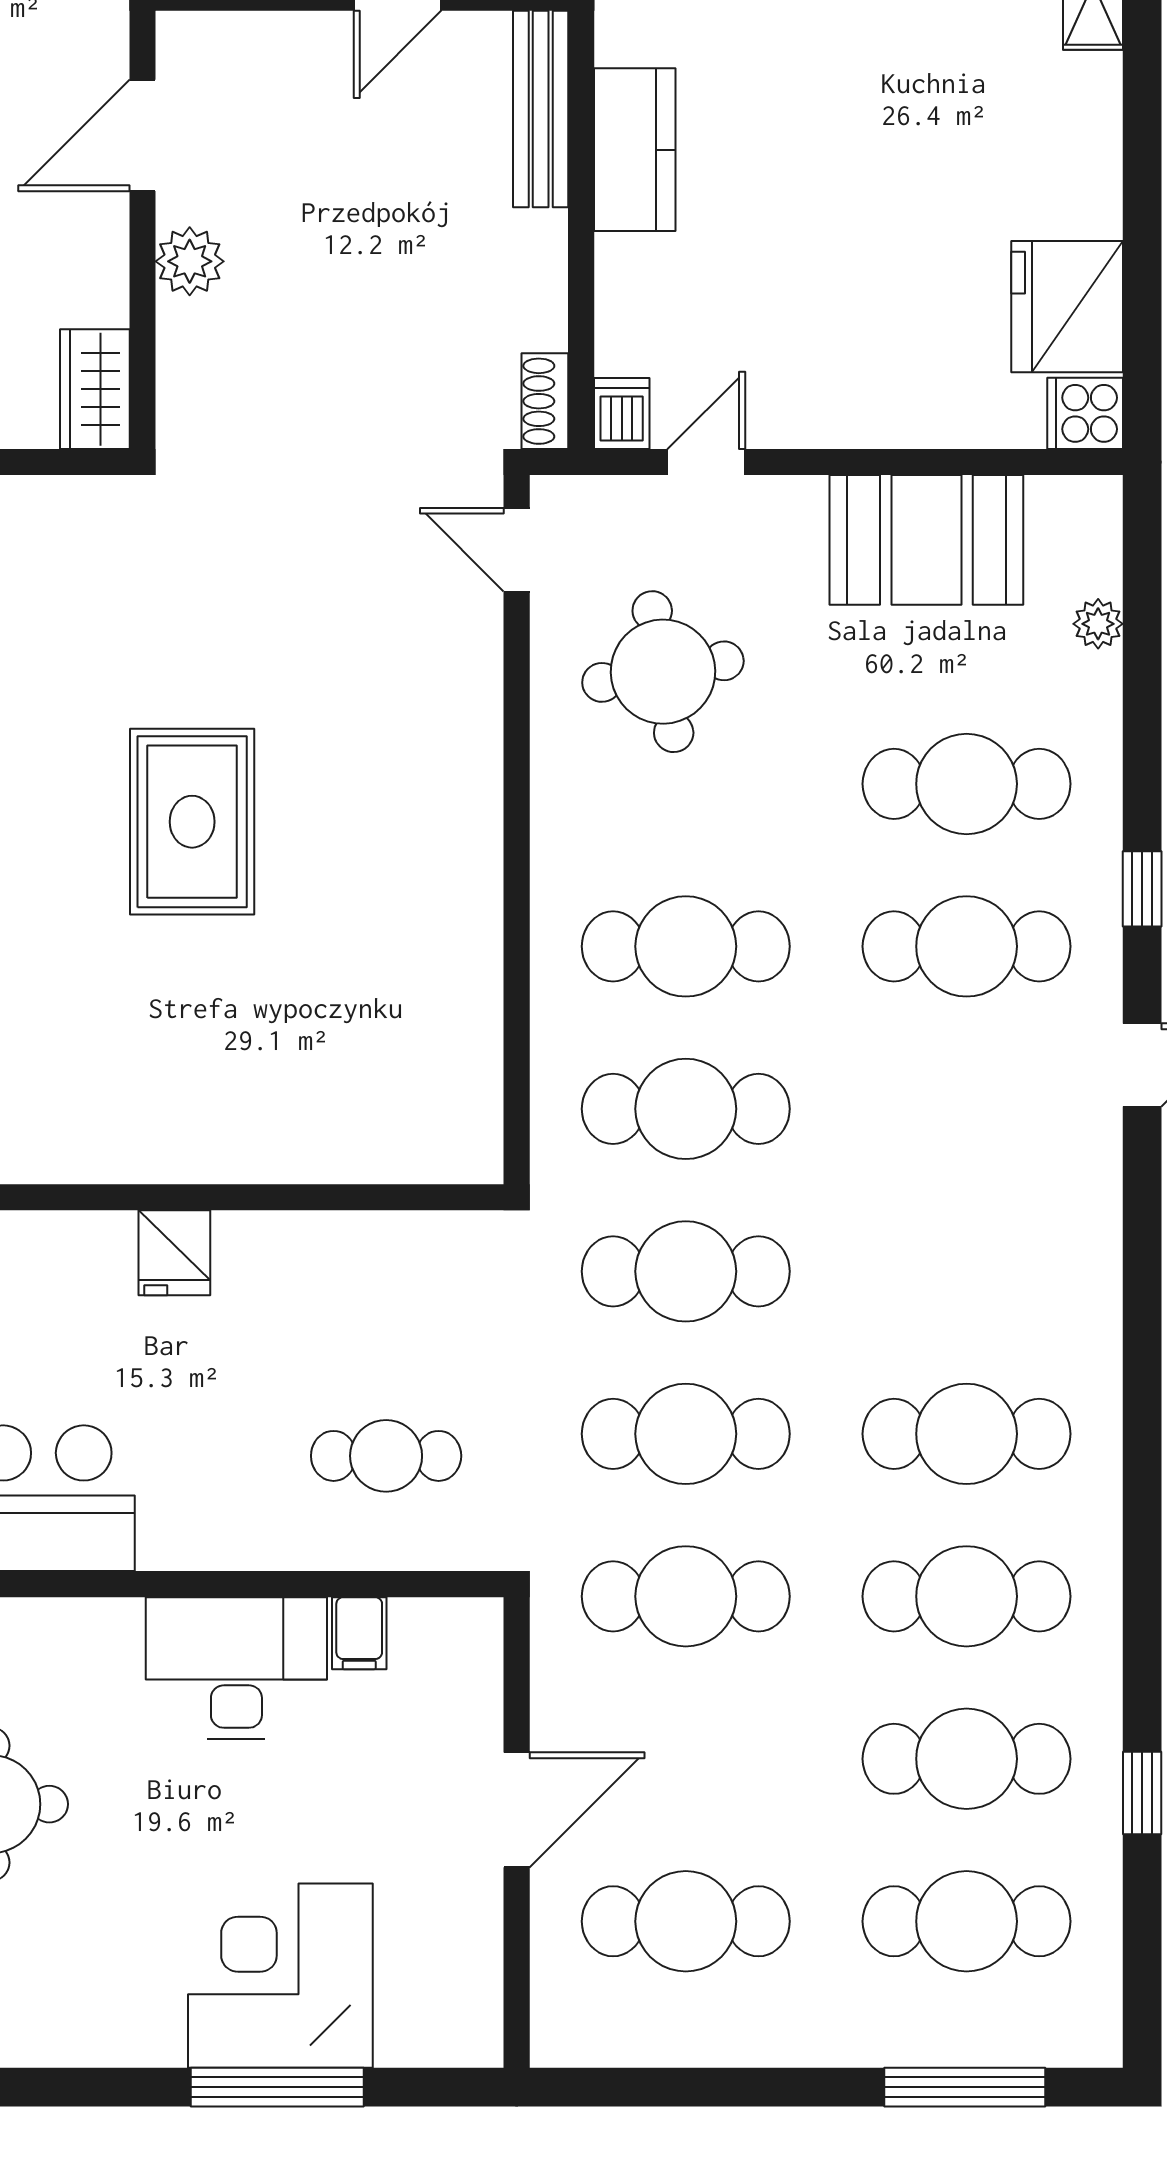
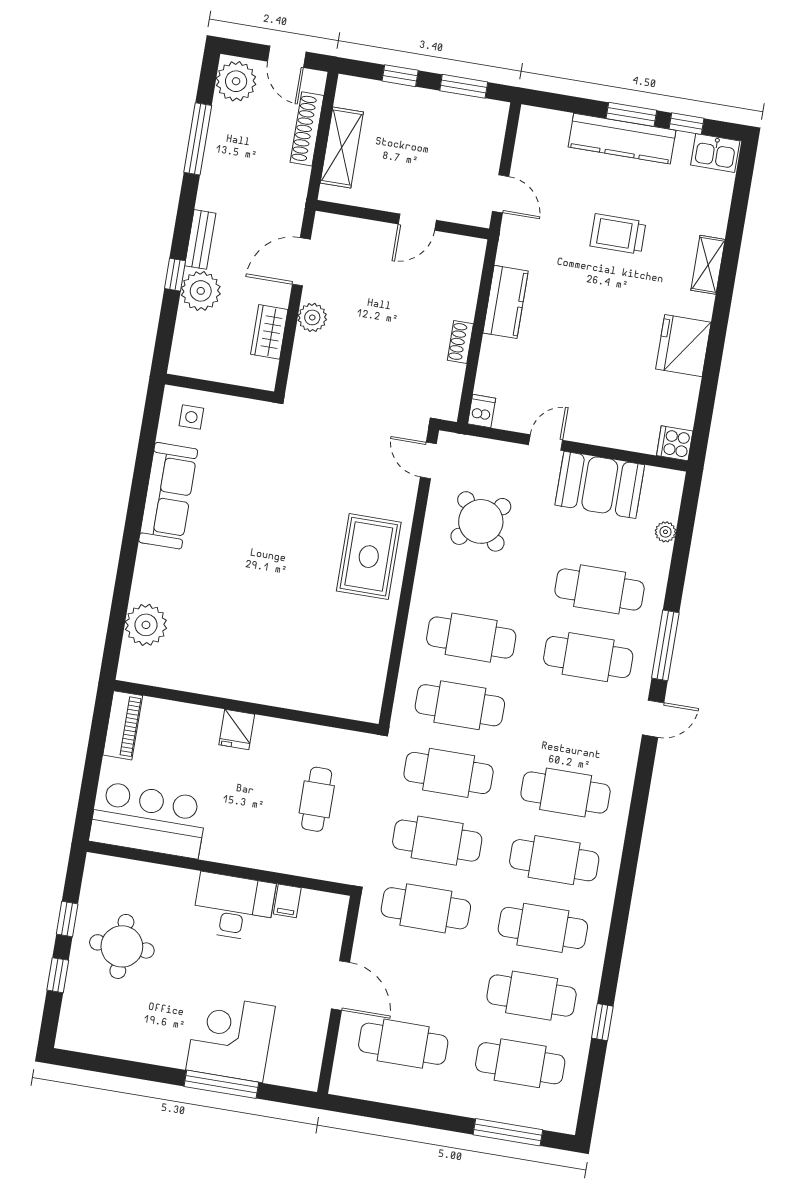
bench: (541, 109) -> (469, 278), removed
fridge: (1067, 307) -> (683, 346), moved
wardrobe: (95, 389) -> (269, 332), moved
shoe rack: (545, 401) -> (460, 342), moved
door: (706, 462) -> (546, 443), moved
round table: (663, 672) -> (481, 521), turned -34
rug: (192, 822) -> (369, 557), moved
window: (1142, 889) -> (665, 645), width x2.17
cafe table: (967, 1271) -> (566, 792), added
cafe table: (386, 1456) -> (317, 799), moved, turned 90
door: (517, 1810) -> (341, 985), hinge flipped

